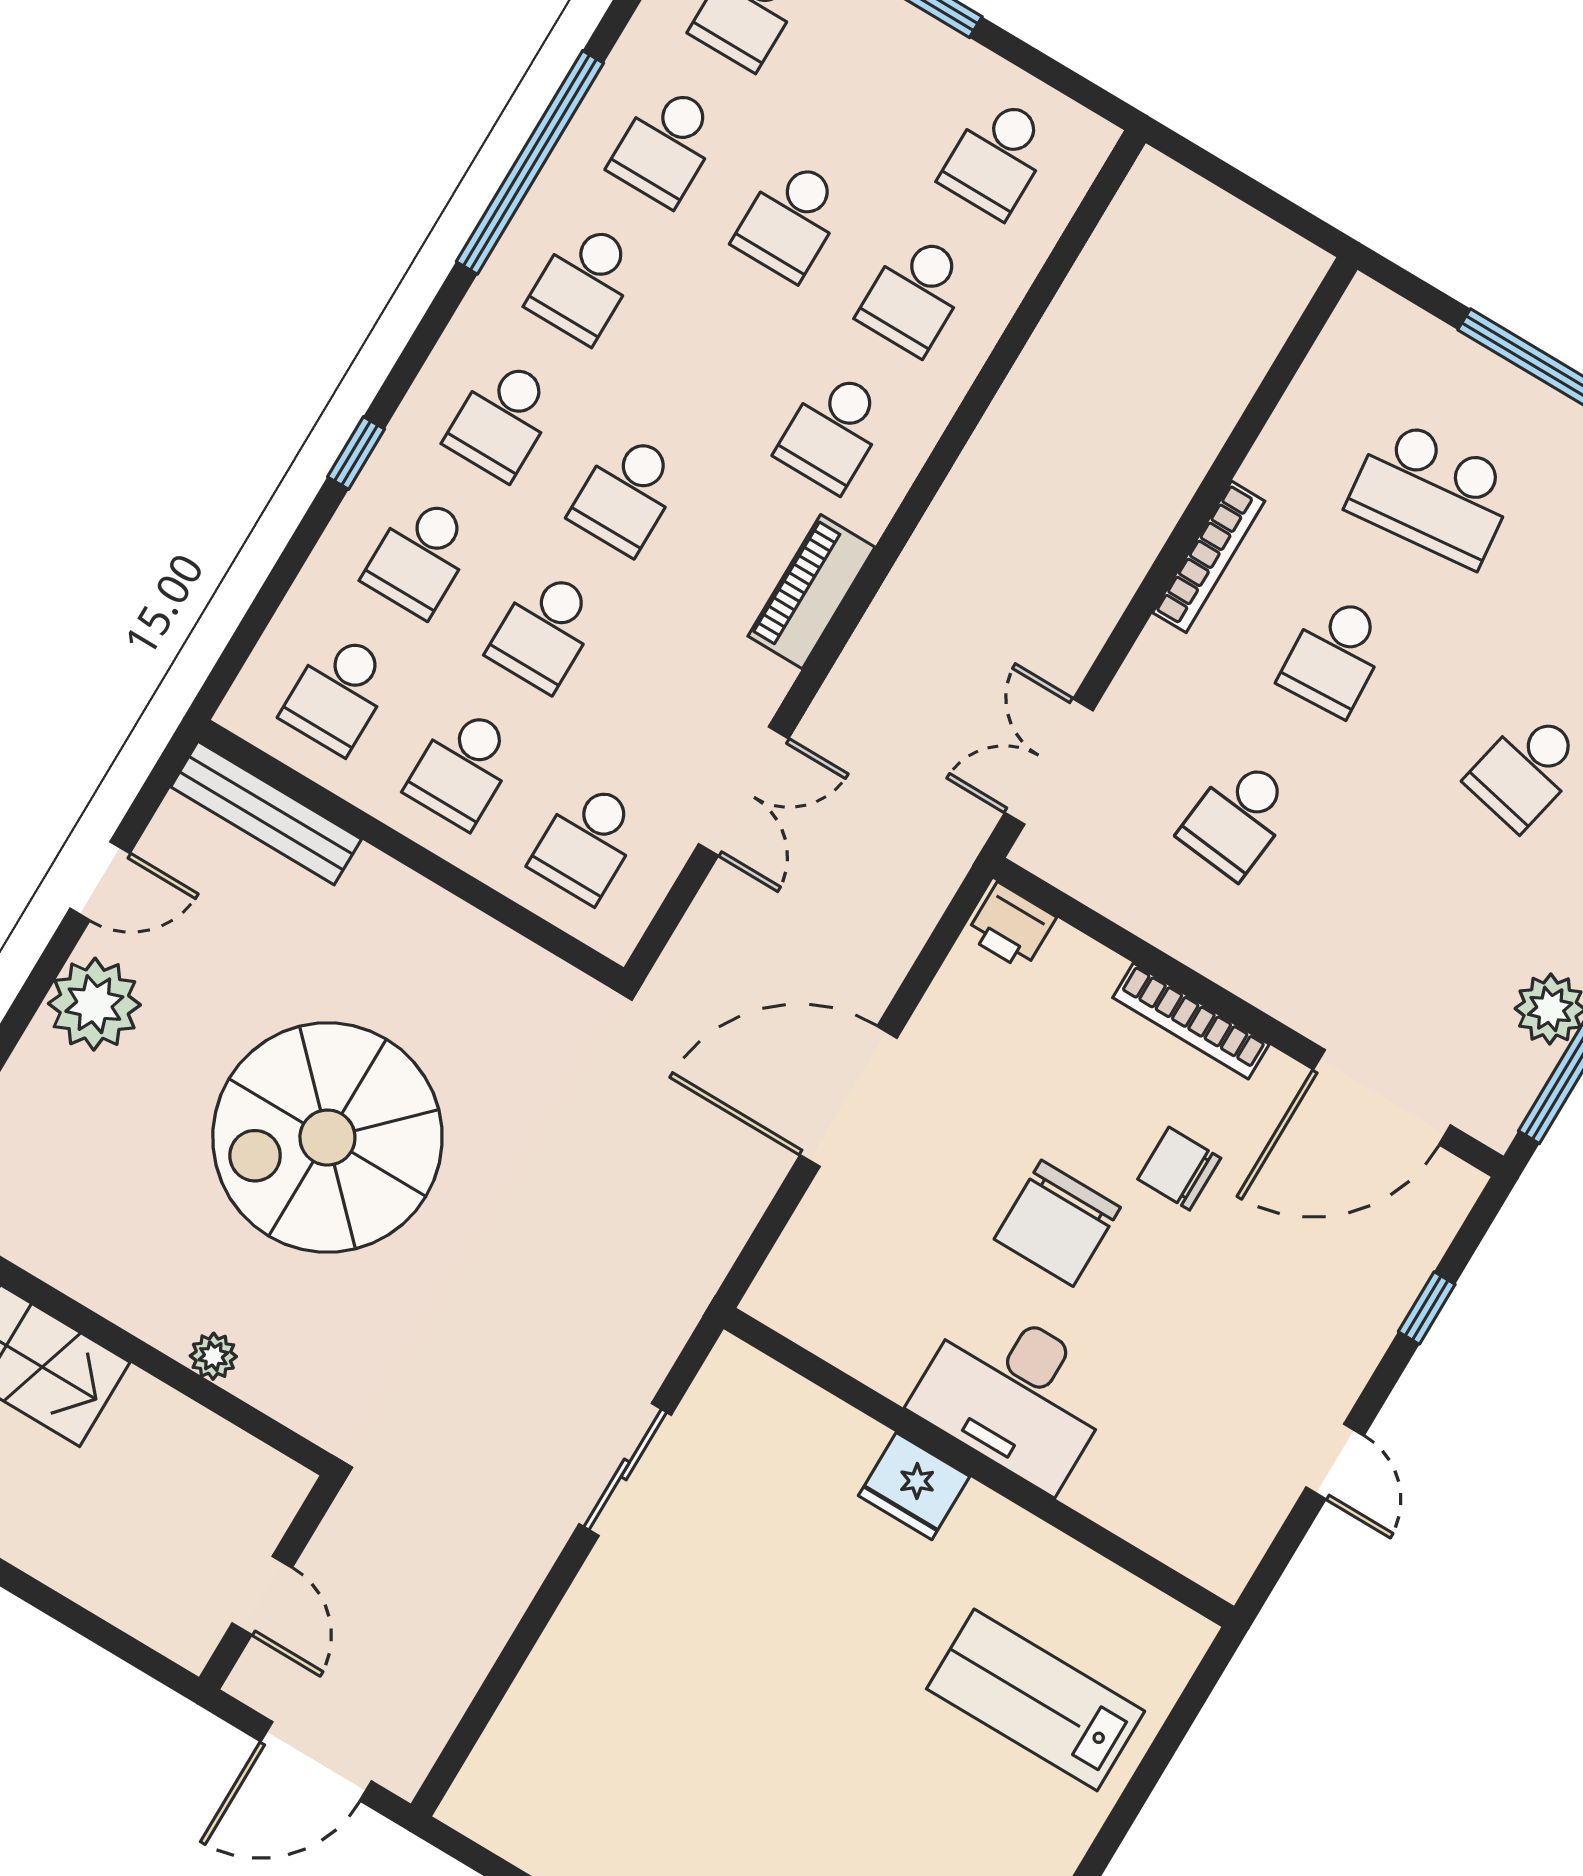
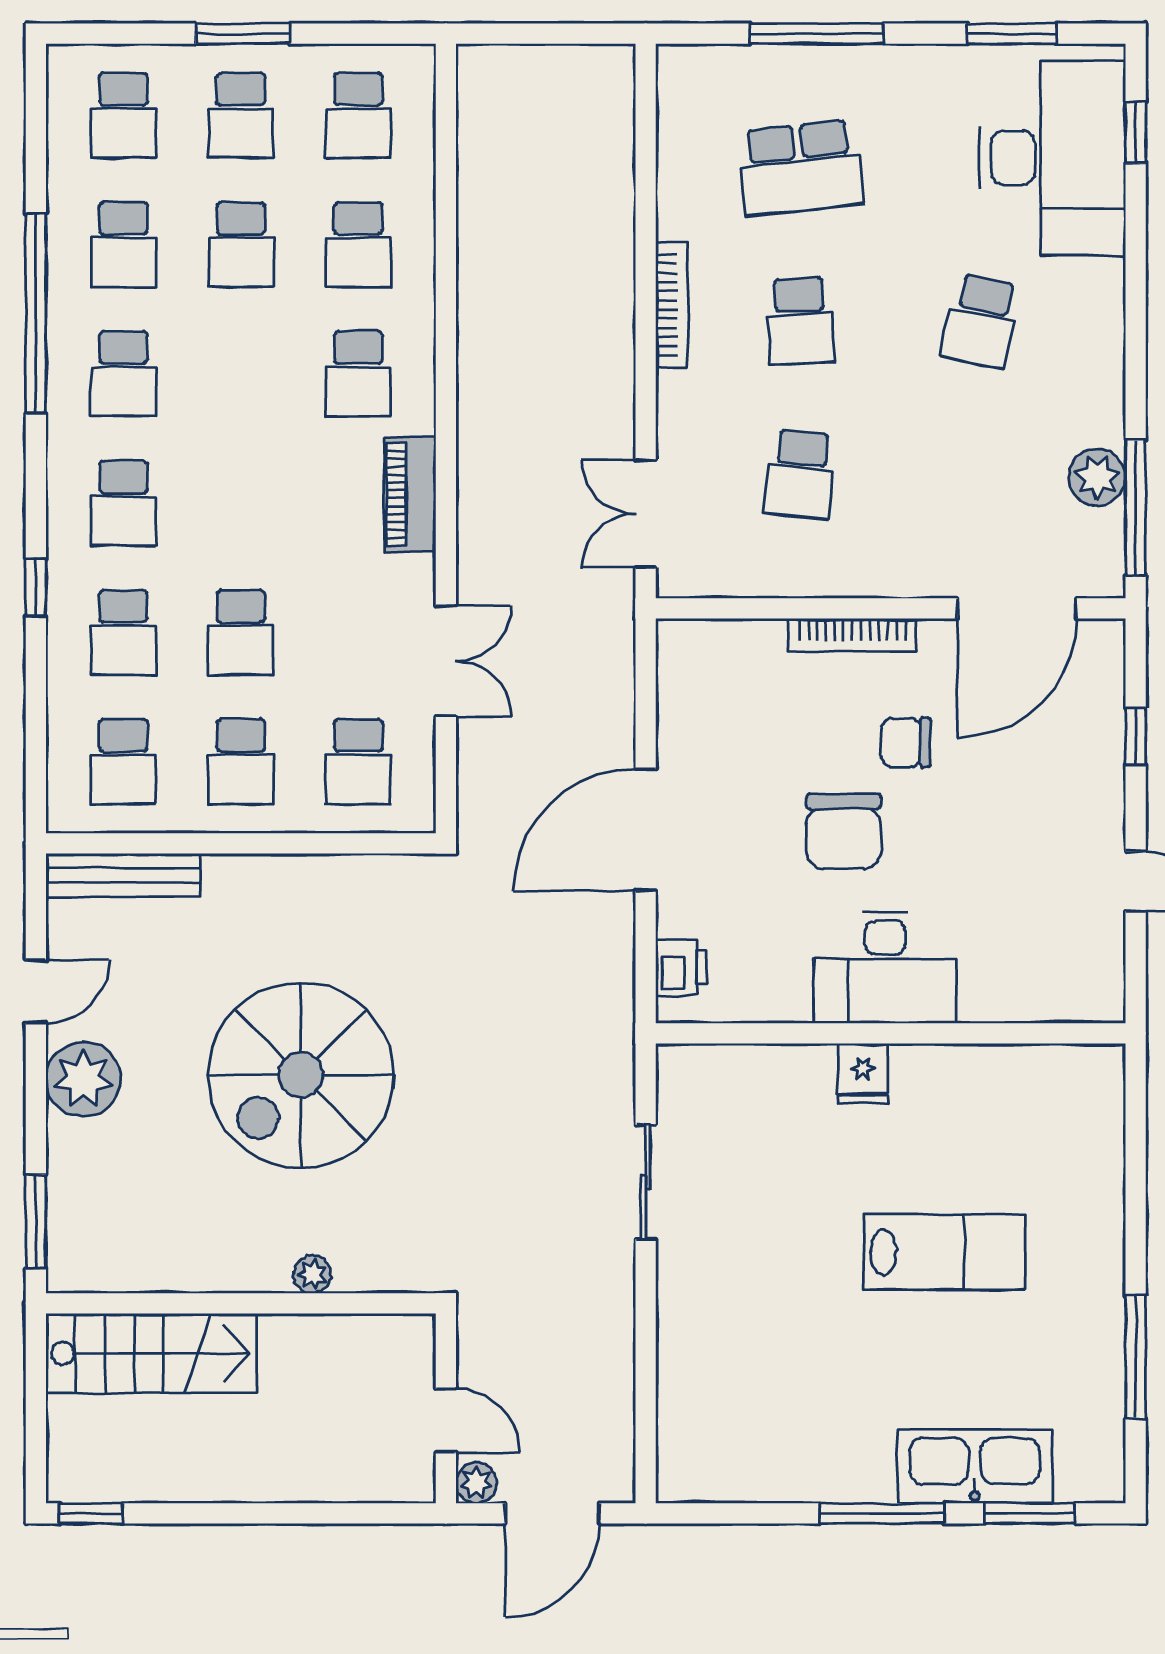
school desk: (627, 494) -> (241, 115), moved
printer: (1011, 926) -> (681, 968), moved, turned -90
fridge: (914, 1486) -> (863, 1073), width x0.72
plant: (255, 1681) -> (476, 1483), added
lab bench: (1036, 1700) -> (945, 1252), moved, turned 180

